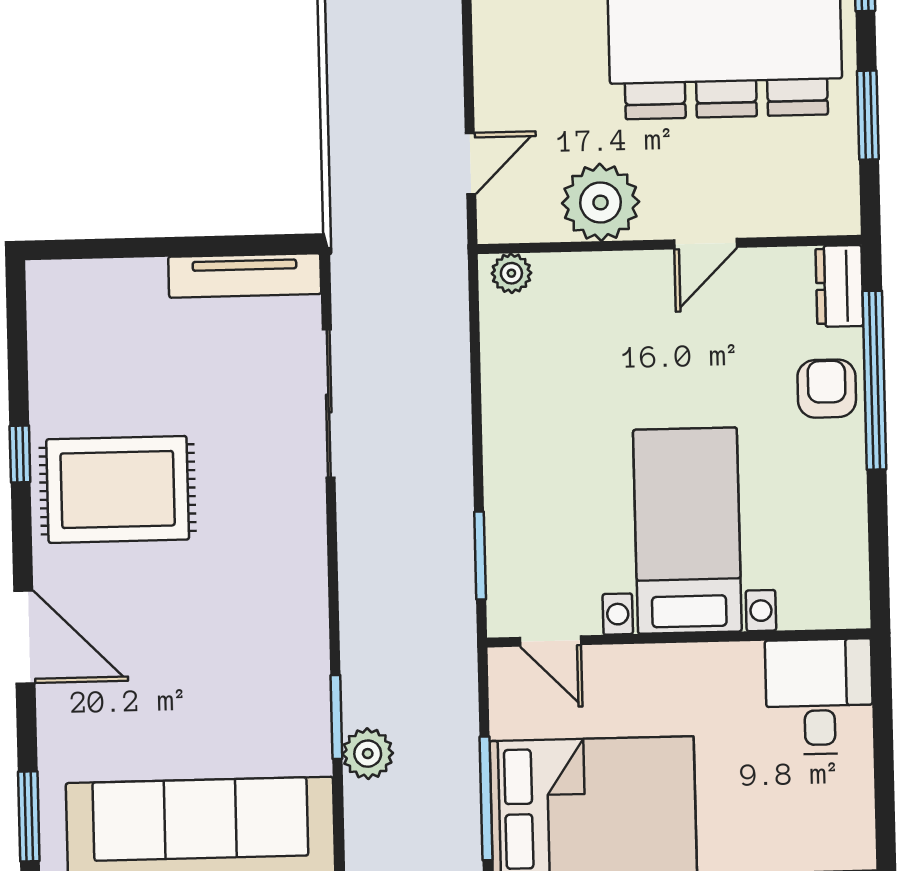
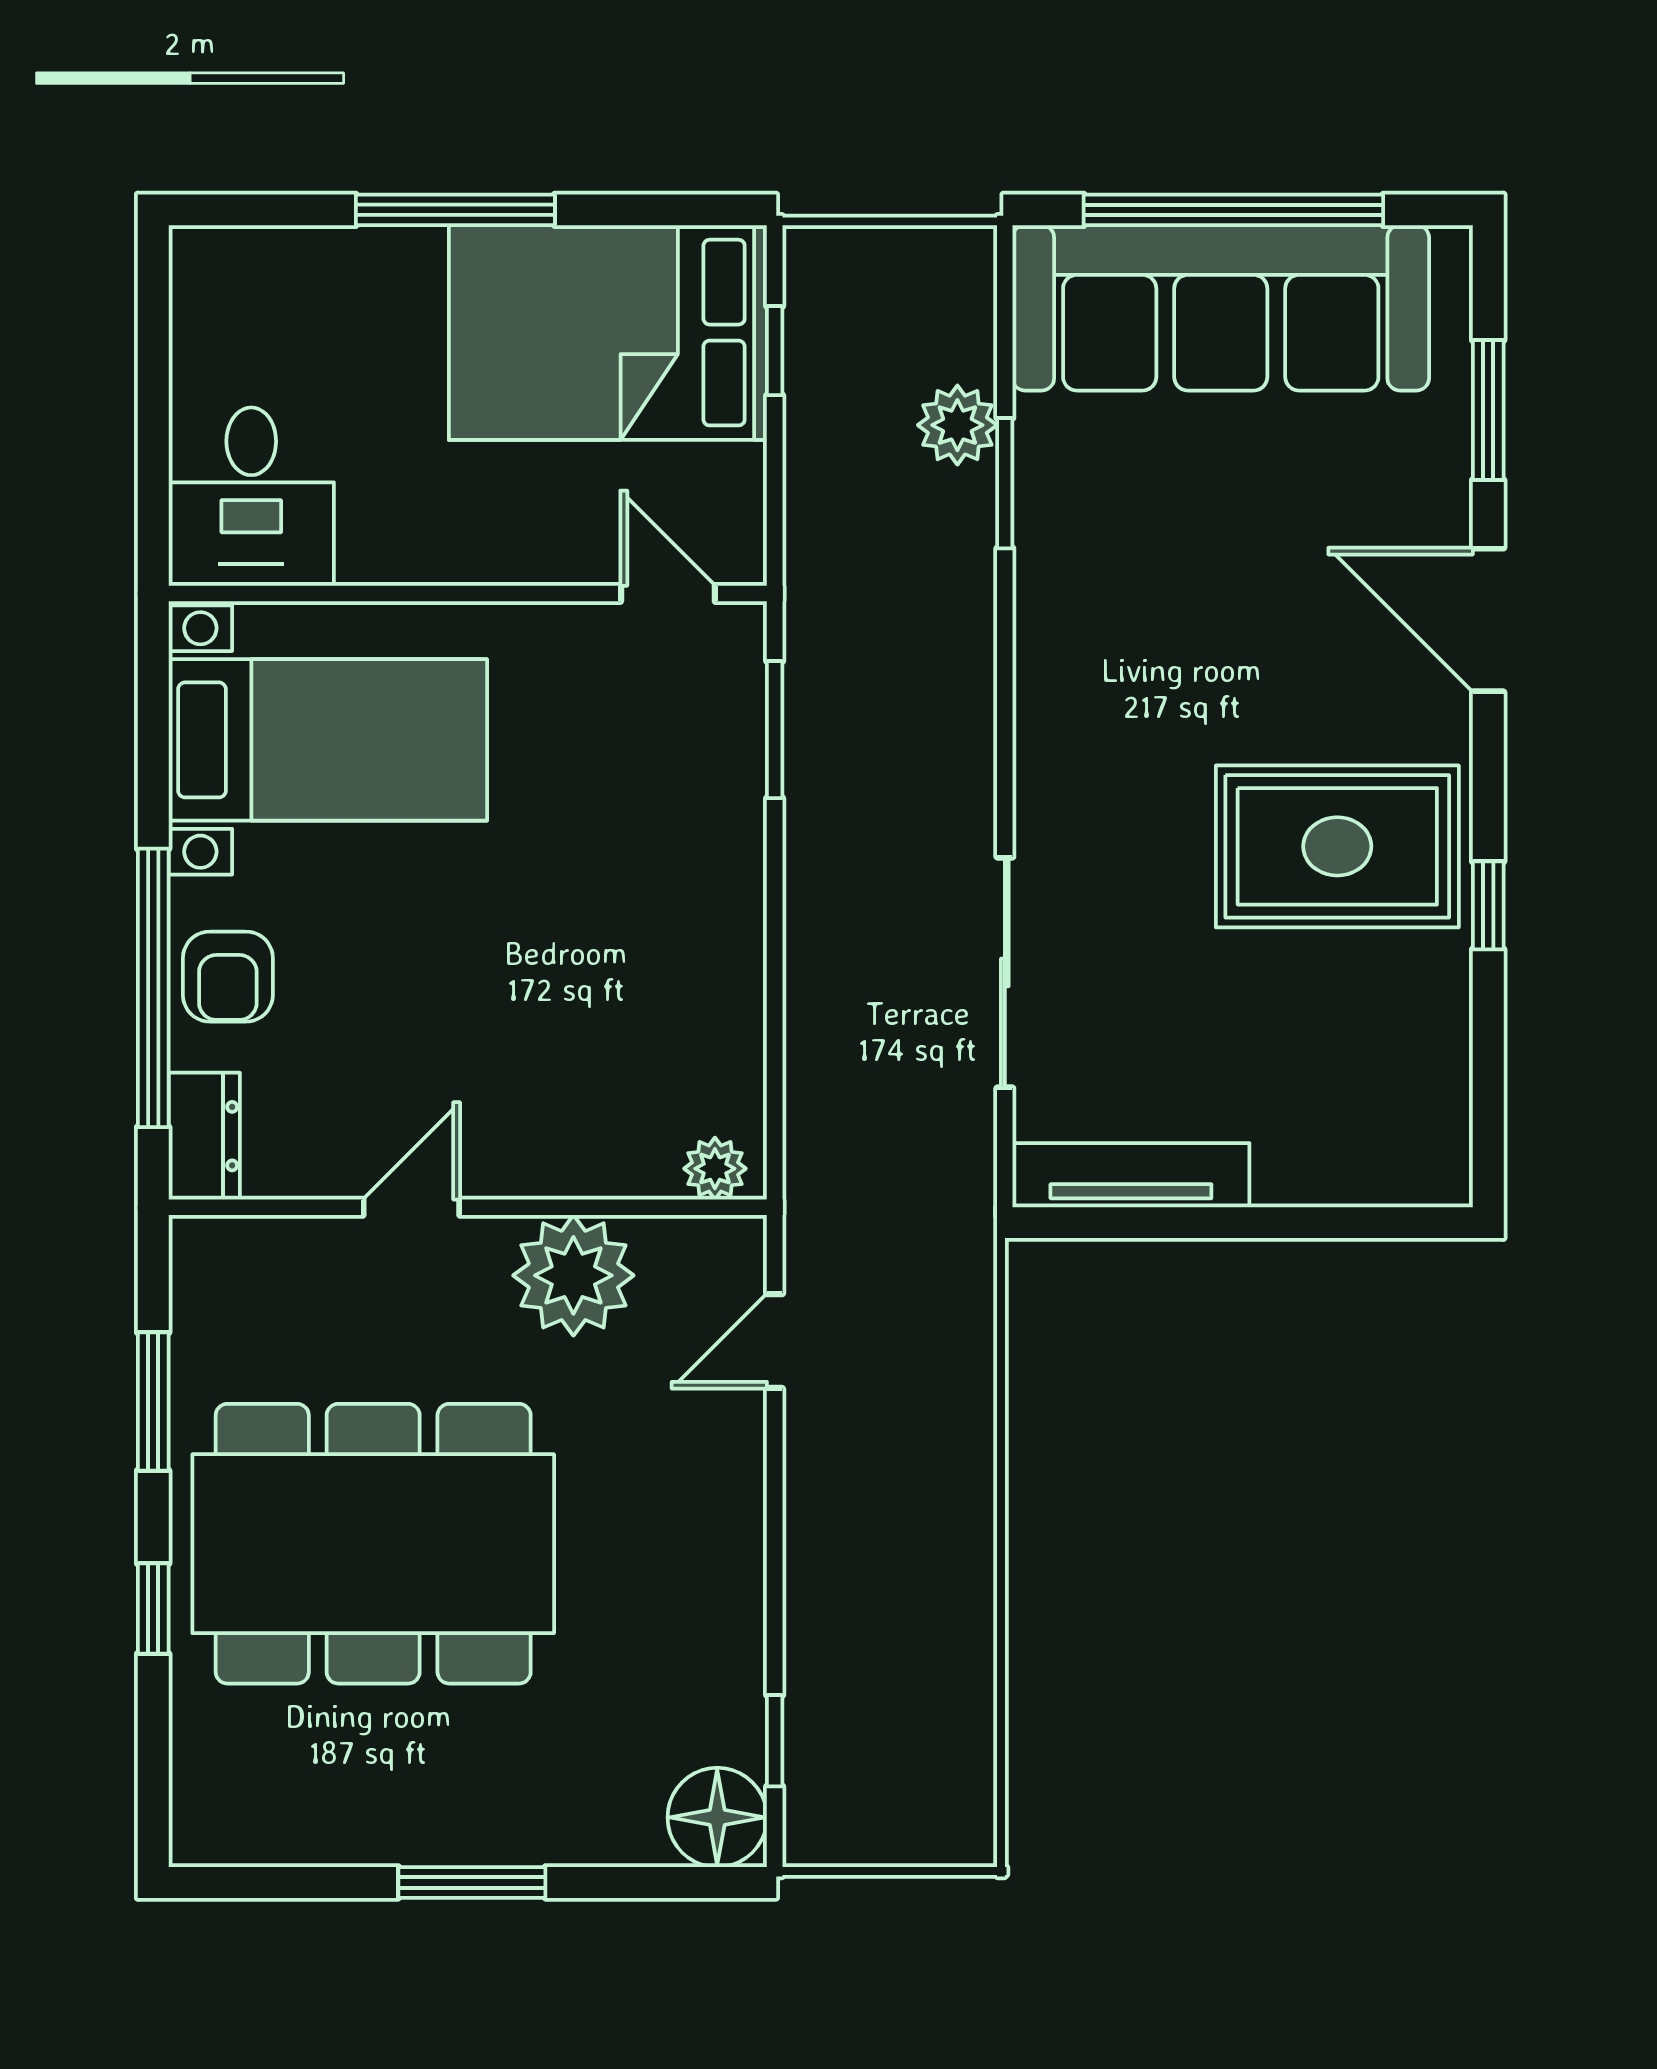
bed with nightstands: (687, 531) -> (328, 740), moved, turned -90
window: (486, 798) -> (775, 351), width x0.46
window: (29, 816) -> (1488, 410), moved

